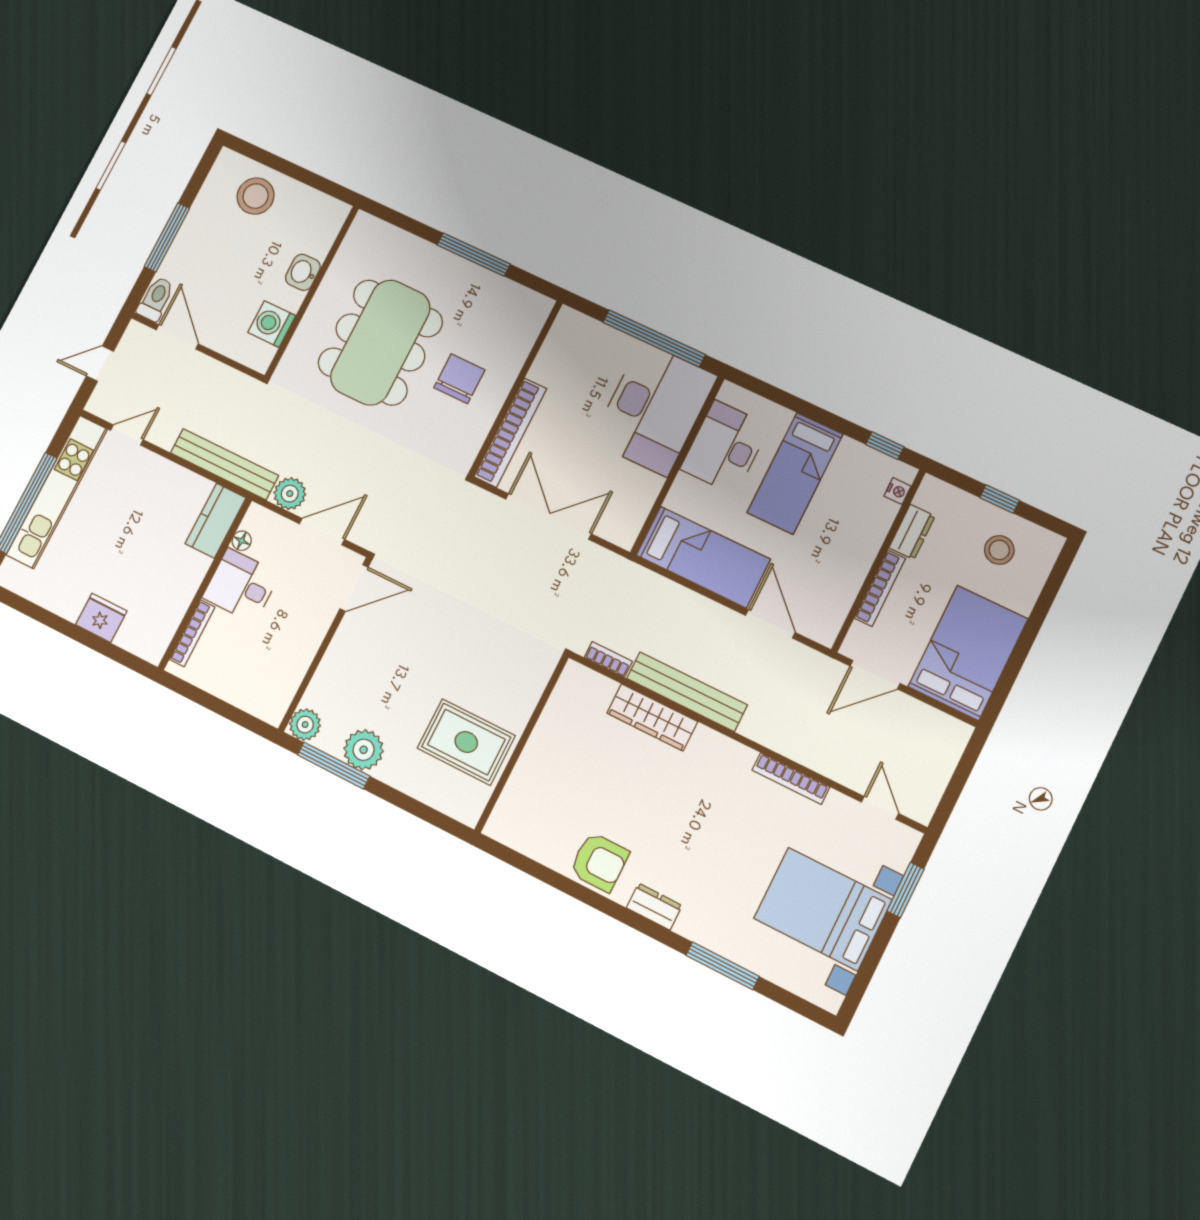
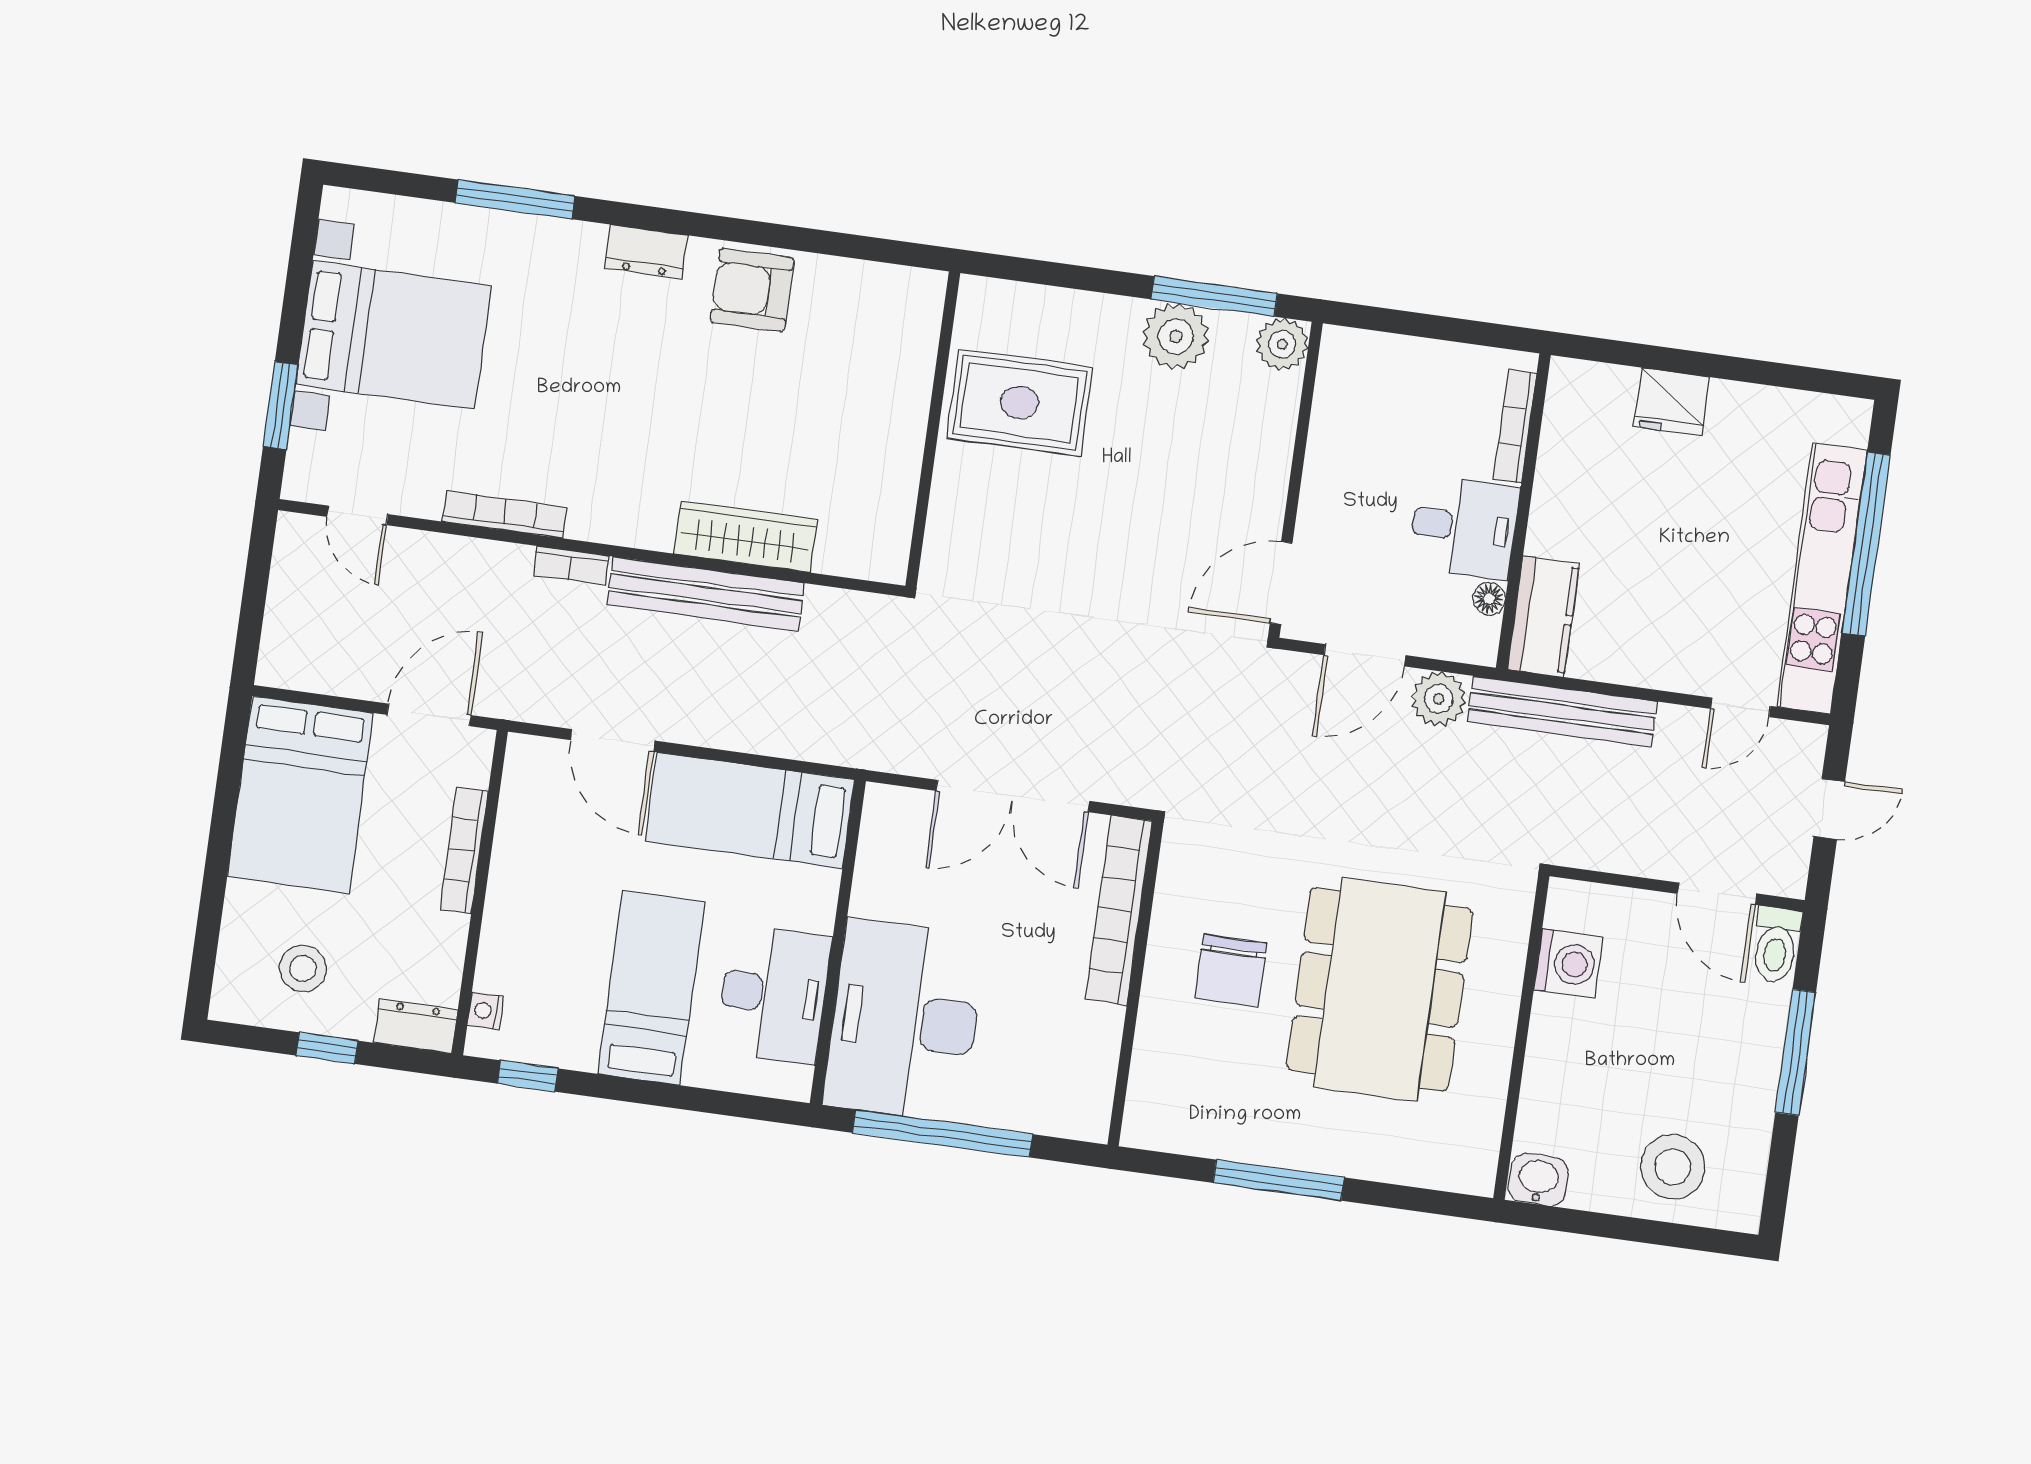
washbasin: (303, 272) -> (1538, 1180), moved, turned -90
dresser: (912, 532) -> (416, 1026), moved, turned 90
bookcase: (608, 659) -> (571, 566), moved

